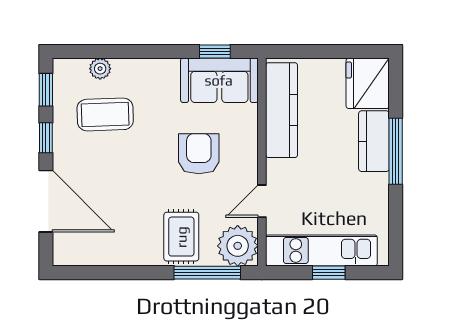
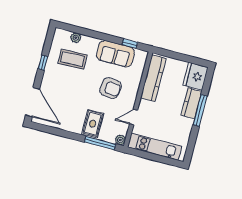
sofa: (219, 80) -> (115, 54), moved
window: (46, 90) -> (49, 41), removed
armchair: (199, 154) -> (110, 88), turned 97
door: (46, 201) -> (33, 102), moved
plant: (238, 246) -> (120, 140), width x0.53, depth x0.53
window: (329, 273) -> (155, 158), removed

